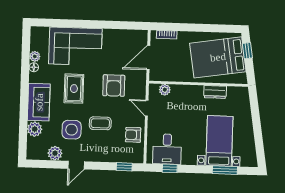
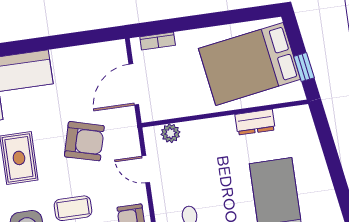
window: (247, 51) -> (304, 67), moved
armchair: (114, 86) -> (84, 141), turned -75

